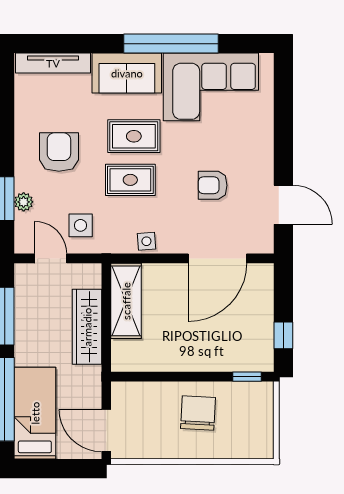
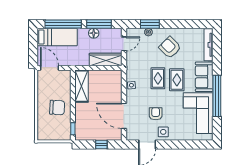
armchair: (59, 152) -> (170, 47), turned -135
side table: (81, 225) -> (163, 132), moved
shelving: (126, 301) -> (81, 86), moved, turned 90
wardrobe: (87, 327) -> (106, 60), moved
floor lamp: (26, 329) -> (94, 33), added
window: (283, 335) -> (101, 144), moved
door: (106, 431) -> (50, 68), hinge flipped

